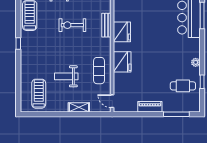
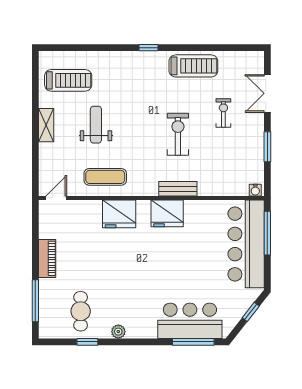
shelving: (79, 107) -> (46, 125), moved

